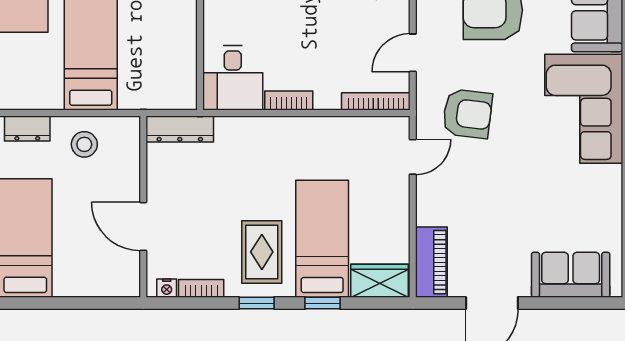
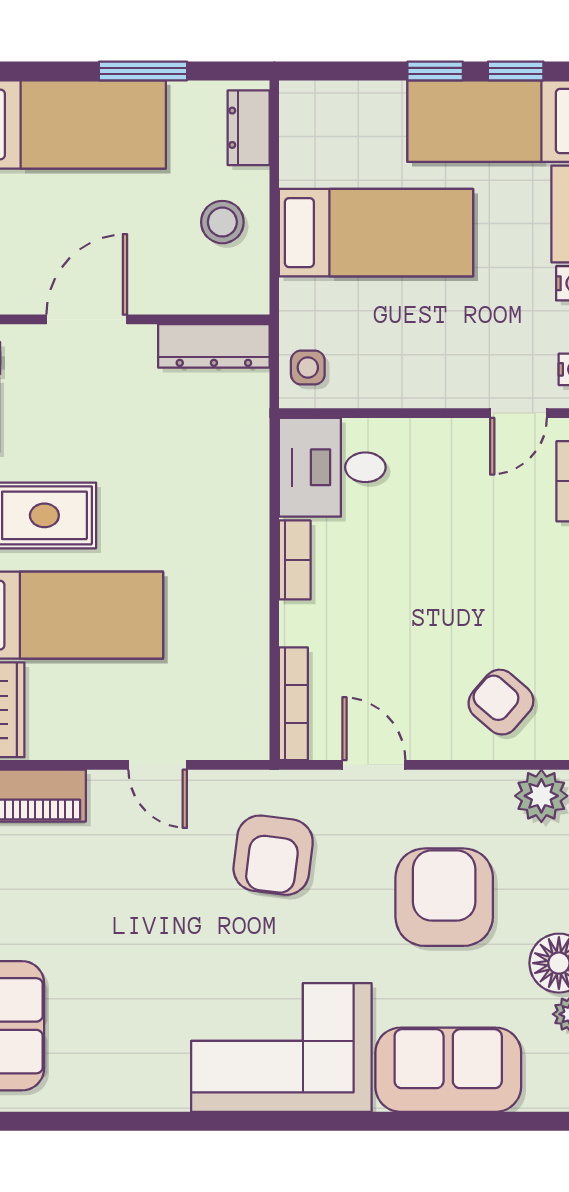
side table: (172, 93) -> (308, 367), added
dresser: (180, 129) -> (214, 346), moved, turned -90
door: (413, 157) -> (158, 765), moved

